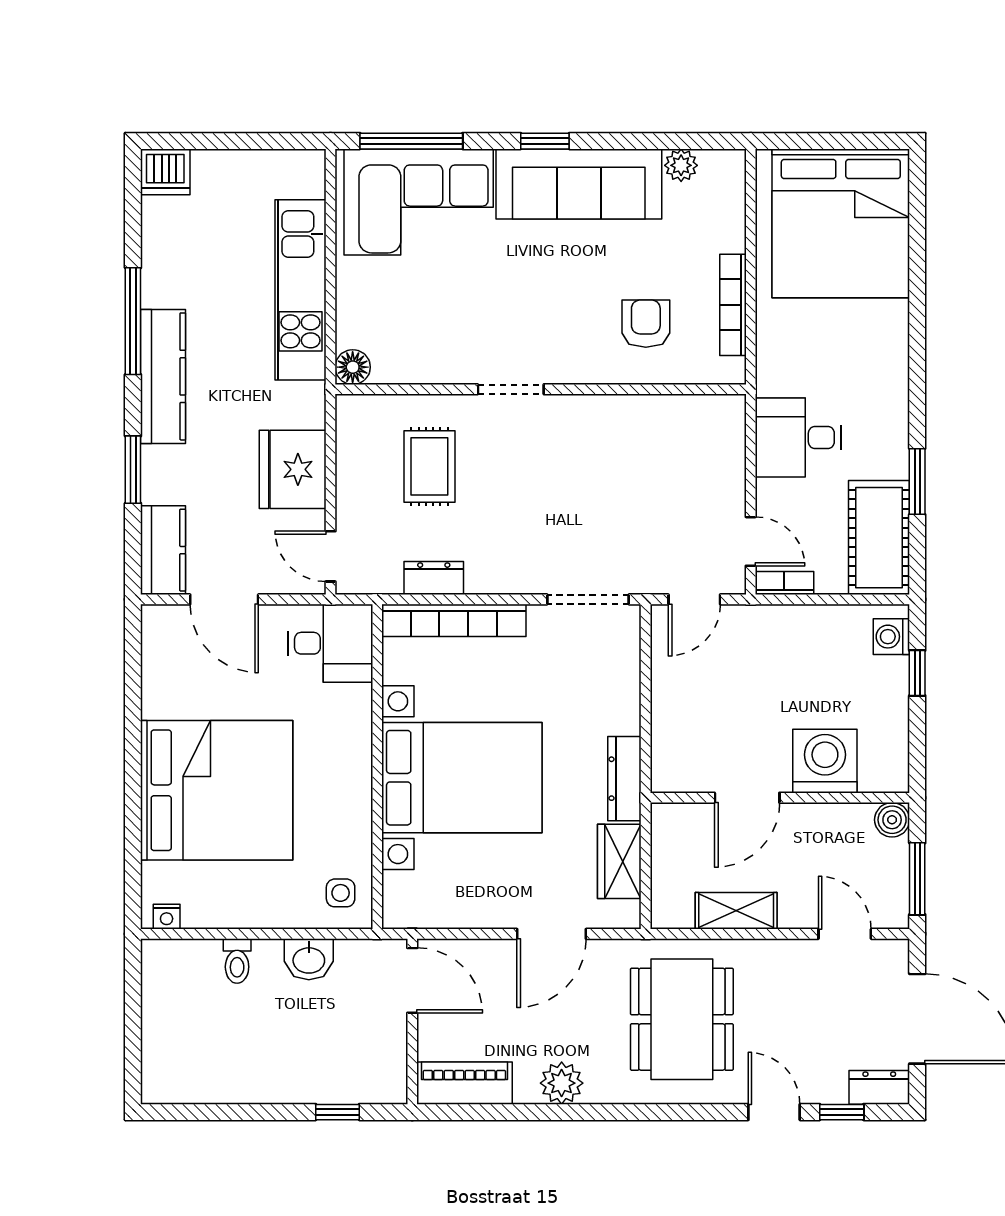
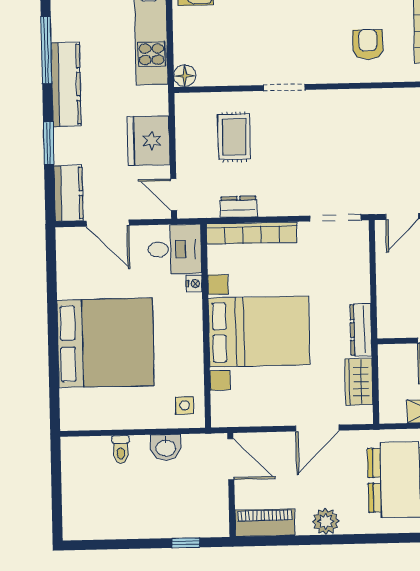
nightstand: (167, 917) -> (194, 284), moved, turned -90

